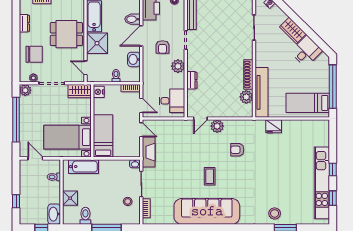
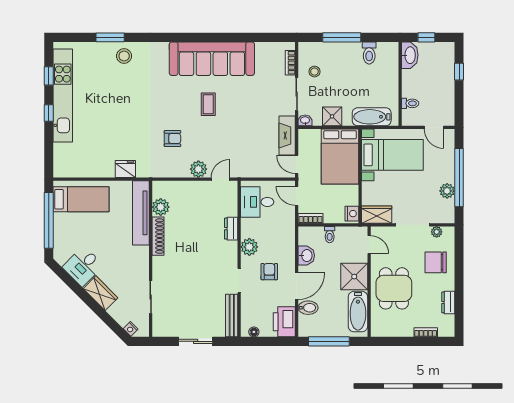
dining table: (66, 34) -> (394, 288), turned 90
plant: (25, 90) -> (447, 191), moved
bed: (103, 136) -> (340, 156), width x1.50
shower: (70, 198) -> (332, 116), moved

